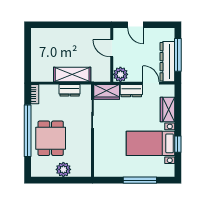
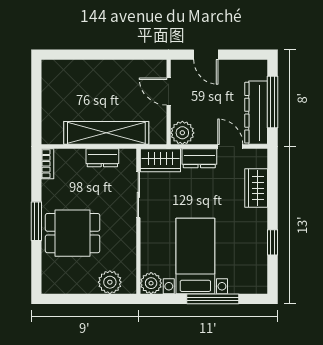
shelving: (72, 75) -> (106, 133), width x1.47
window: (28, 131) -> (36, 221), width x0.47
dining table: (51, 138) -> (73, 233), turned 90
bed with nightstands: (151, 143) -> (195, 256), moved, turned 90
plant: (63, 169) -> (110, 282), moved
plant: (101, 170) -> (151, 283), added

